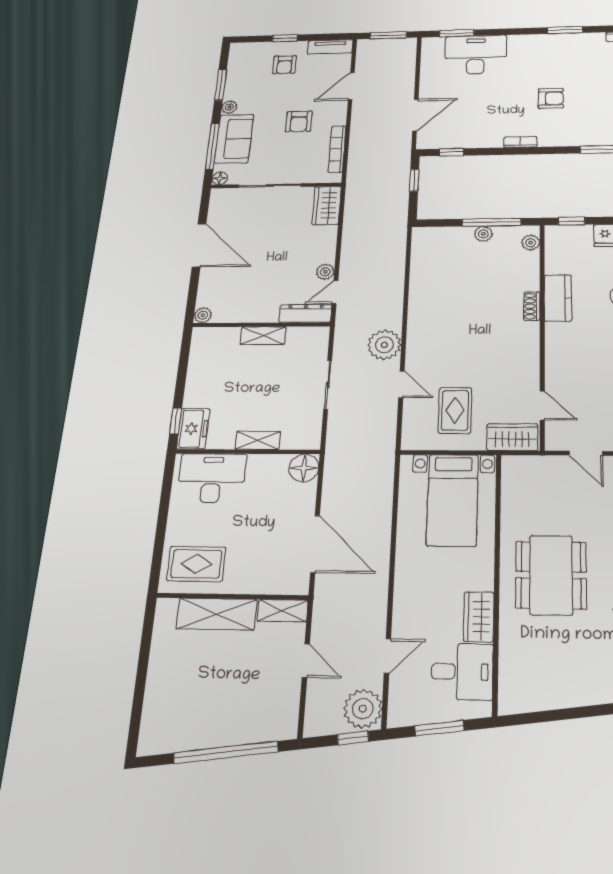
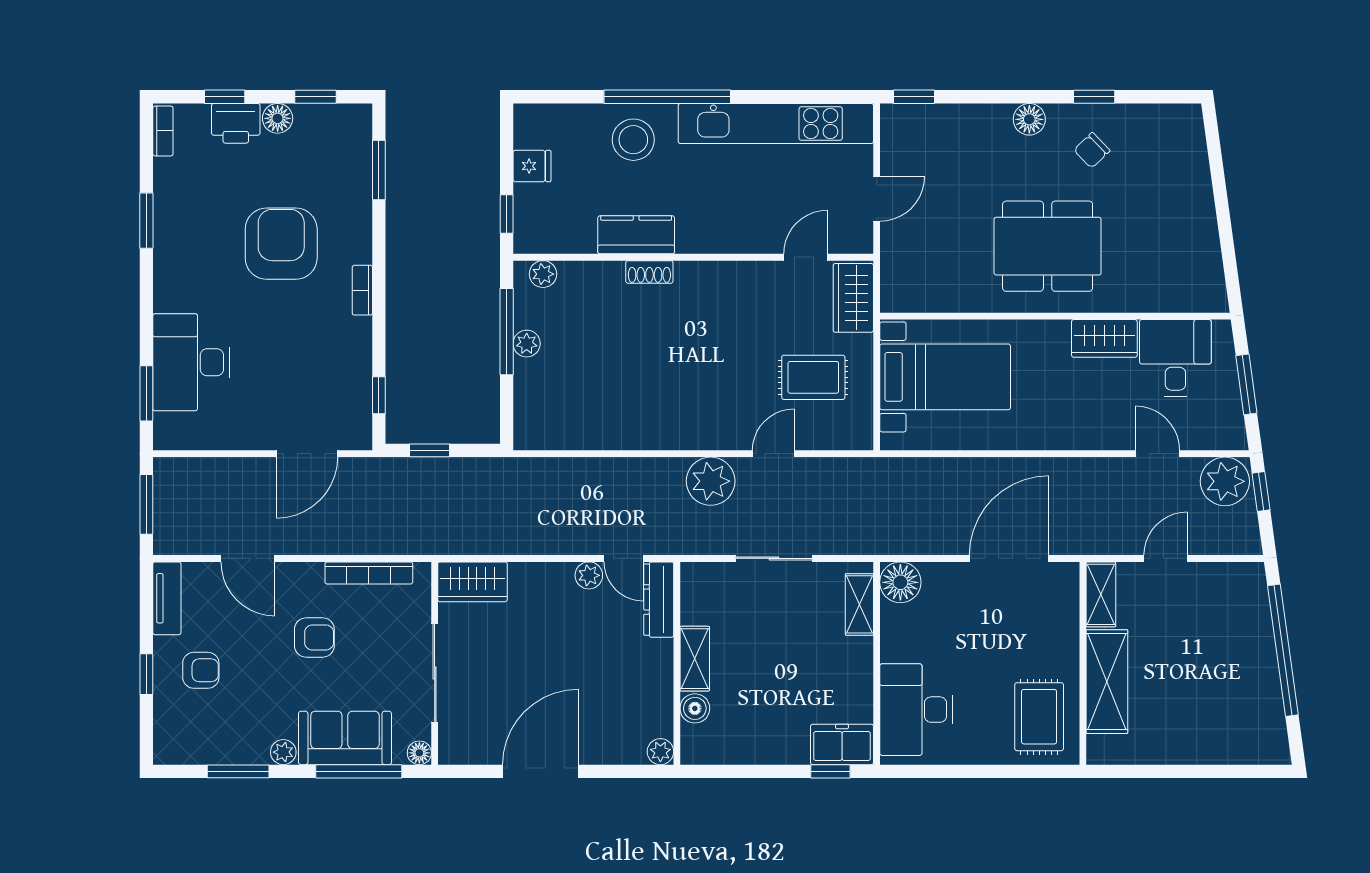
armchair: (551, 98) -> (281, 244), width x1.88, depth x1.88
door: (415, 115) -> (307, 454), swing flipped
boiler: (229, 336) -> (695, 708), added
shelving: (258, 440) -> (859, 604), moved

